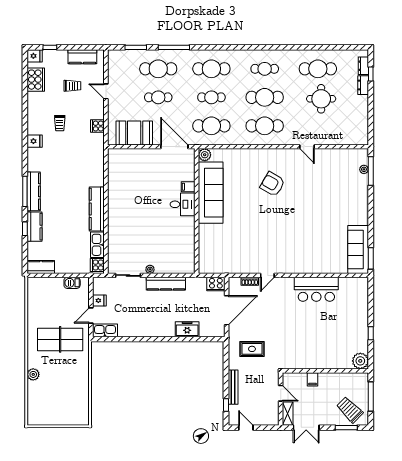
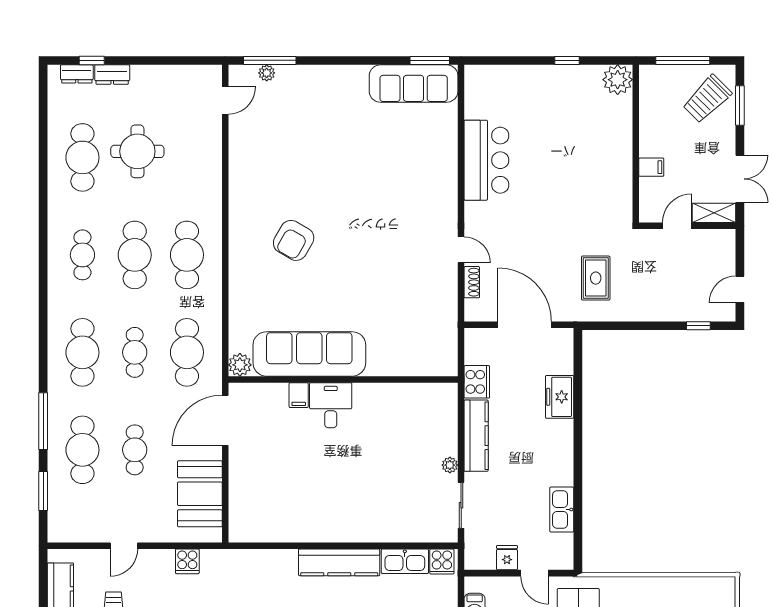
door: (307, 147) -> (225, 100), moved
cooker: (216, 284) -> (477, 382), moved
kitchen sink: (105, 330) -> (562, 510), moved
bench: (233, 387) -> (666, 313), removed

